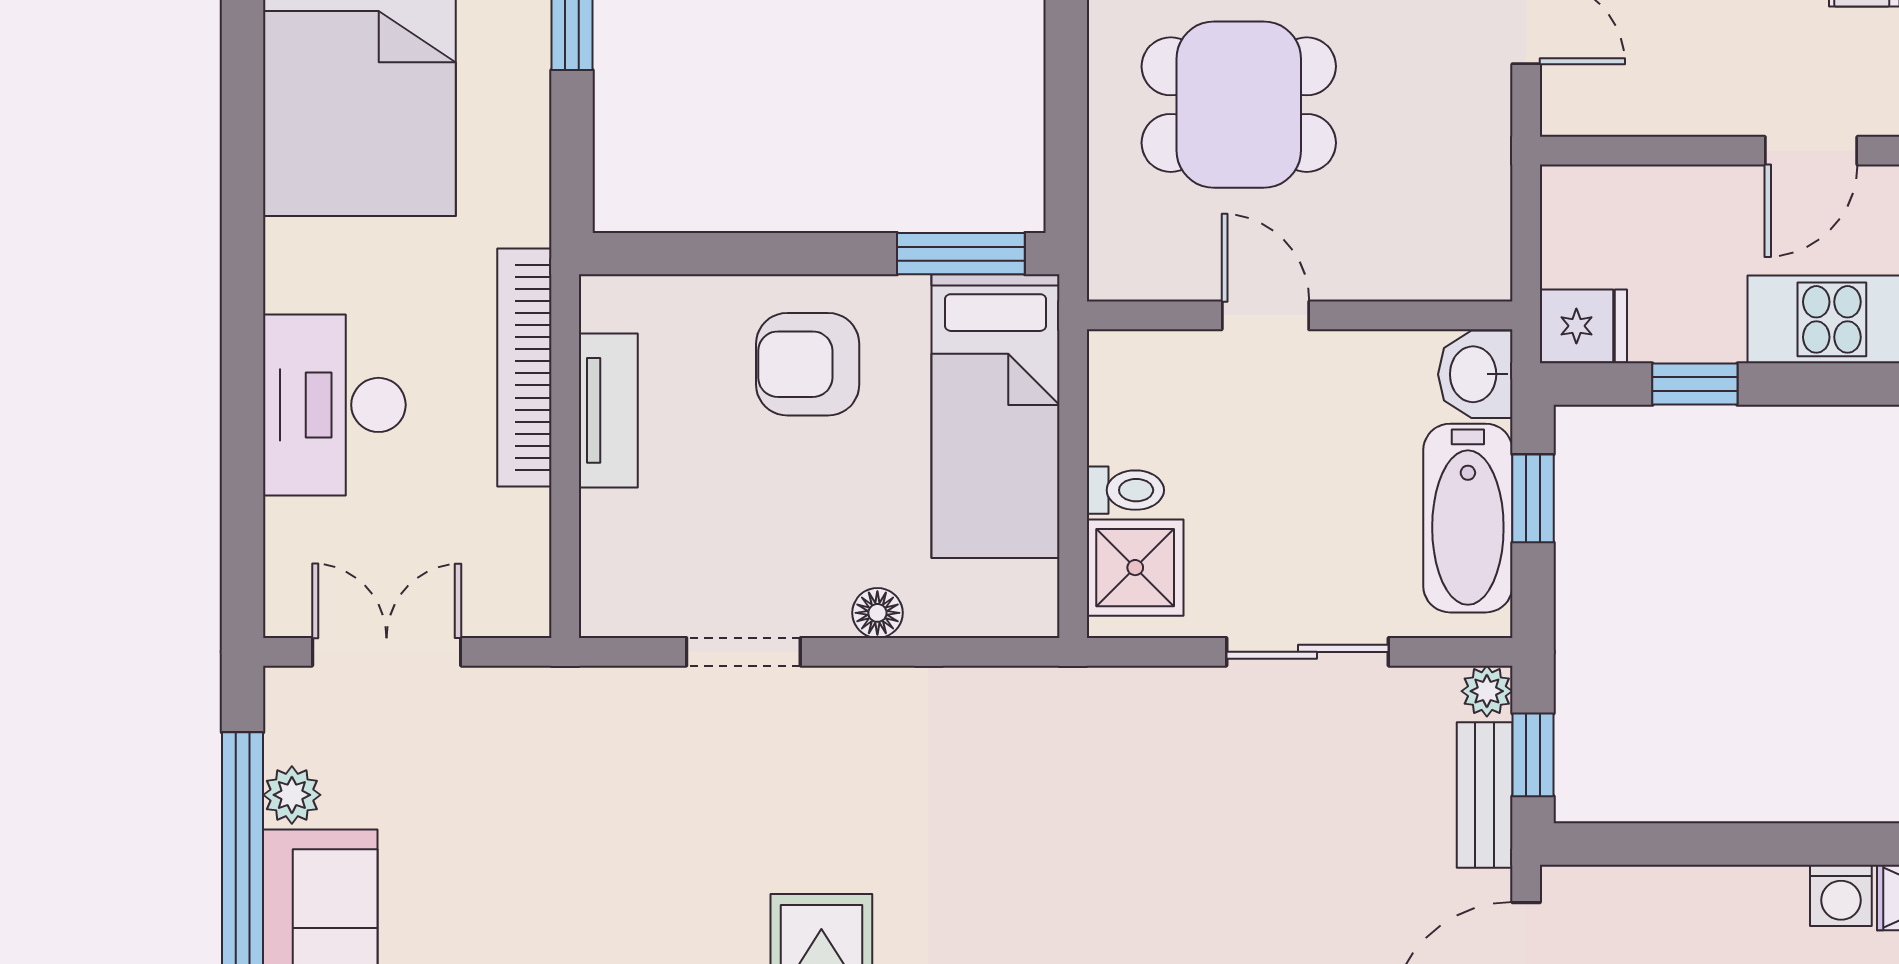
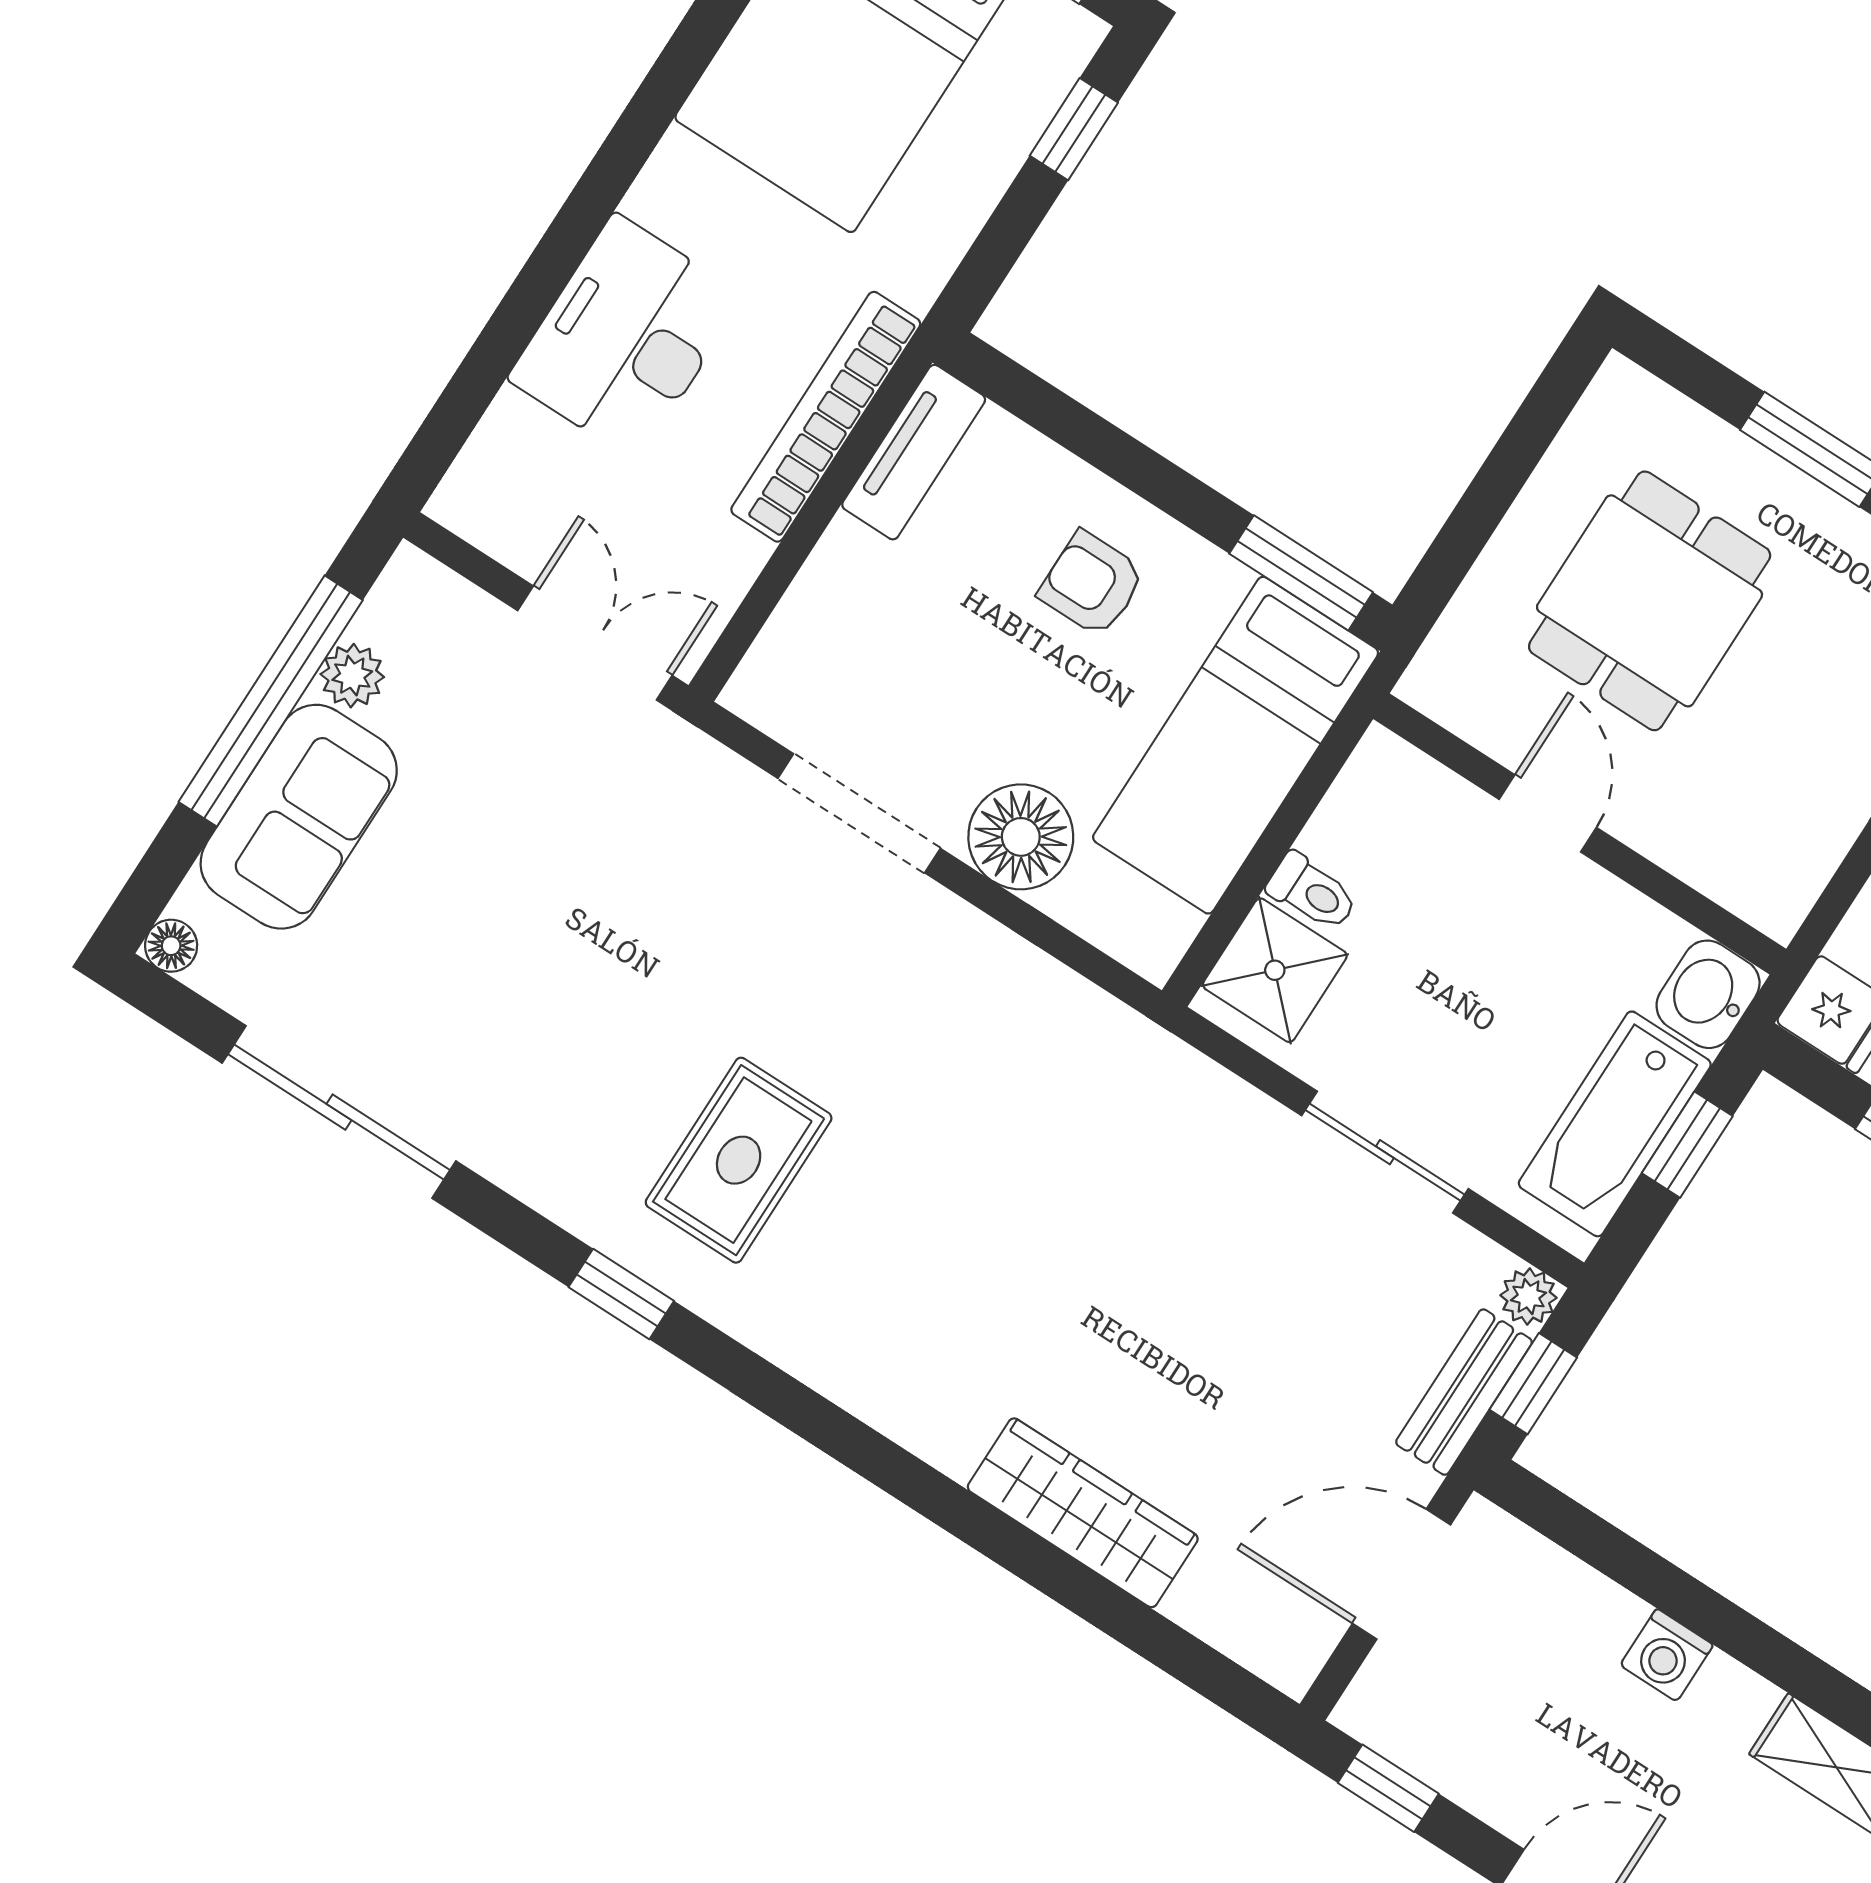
dining table: (1239, 105) -> (1650, 601), turned 90
armchair: (808, 364) -> (1092, 584), width x0.72, depth x0.72
tv unit: (608, 410) -> (914, 452), moved
floor lamp: (877, 613) -> (1021, 837), width x1.89, depth x1.89
double door: (387, 652) -> (595, 643), moved
doorway: (743, 652) -> (859, 813), width x1.38
washing machine: (1841, 895) -> (1667, 1655), moved

